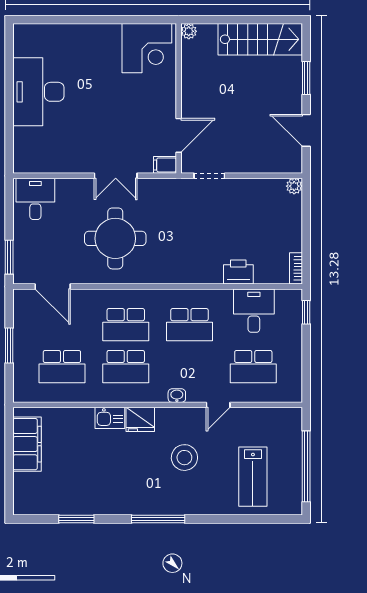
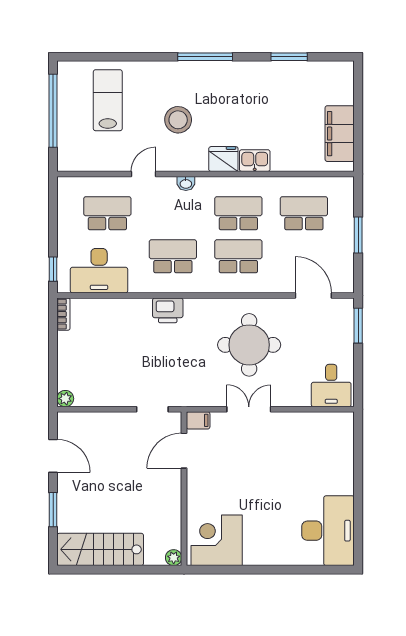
desk: (38, 92) -> (328, 531), moved
printer: (238, 272) -> (168, 310), moved
desk: (254, 311) -> (99, 271), width x1.37

